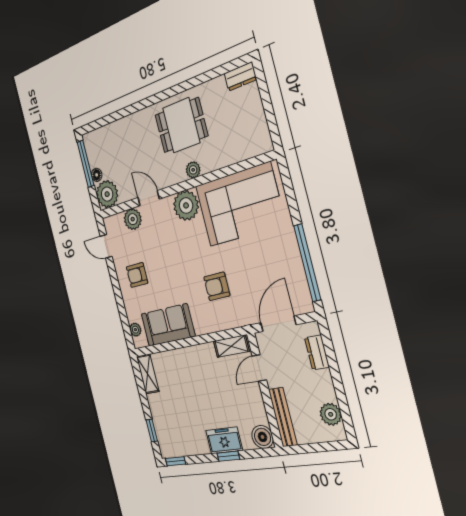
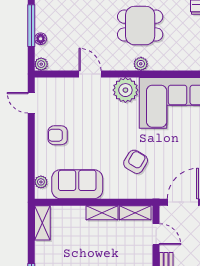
plant: (107, 194) -> (41, 64), width x0.53, depth x0.53
plant: (133, 219) -> (68, 87), removed
armchair: (217, 286) -> (136, 162), turned 121
shelving: (199, 352) -> (102, 213), added
door: (259, 368) -> (156, 234), swing flipped

